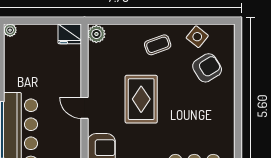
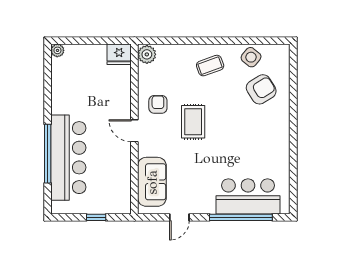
armchair: (107, 82) -> (158, 104), added
rug: (141, 99) -> (193, 122), width x0.73, depth x0.70

